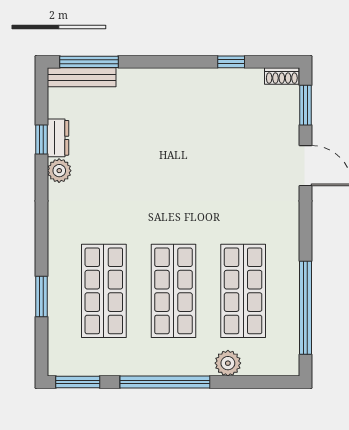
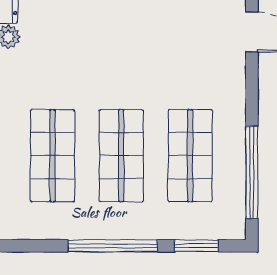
plant: (228, 363) -> (175, 227), removed
window: (78, 382) -> (196, 246), moved

